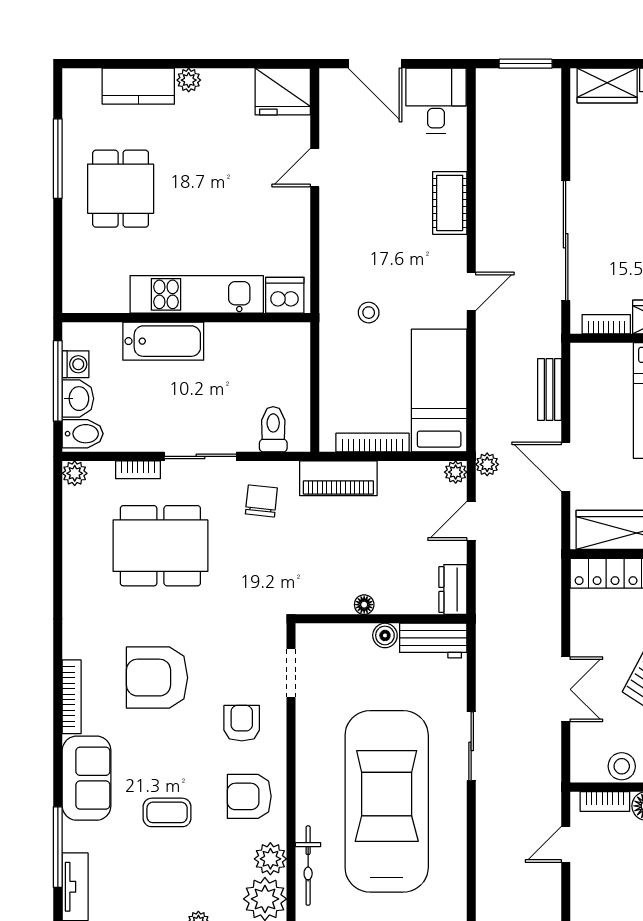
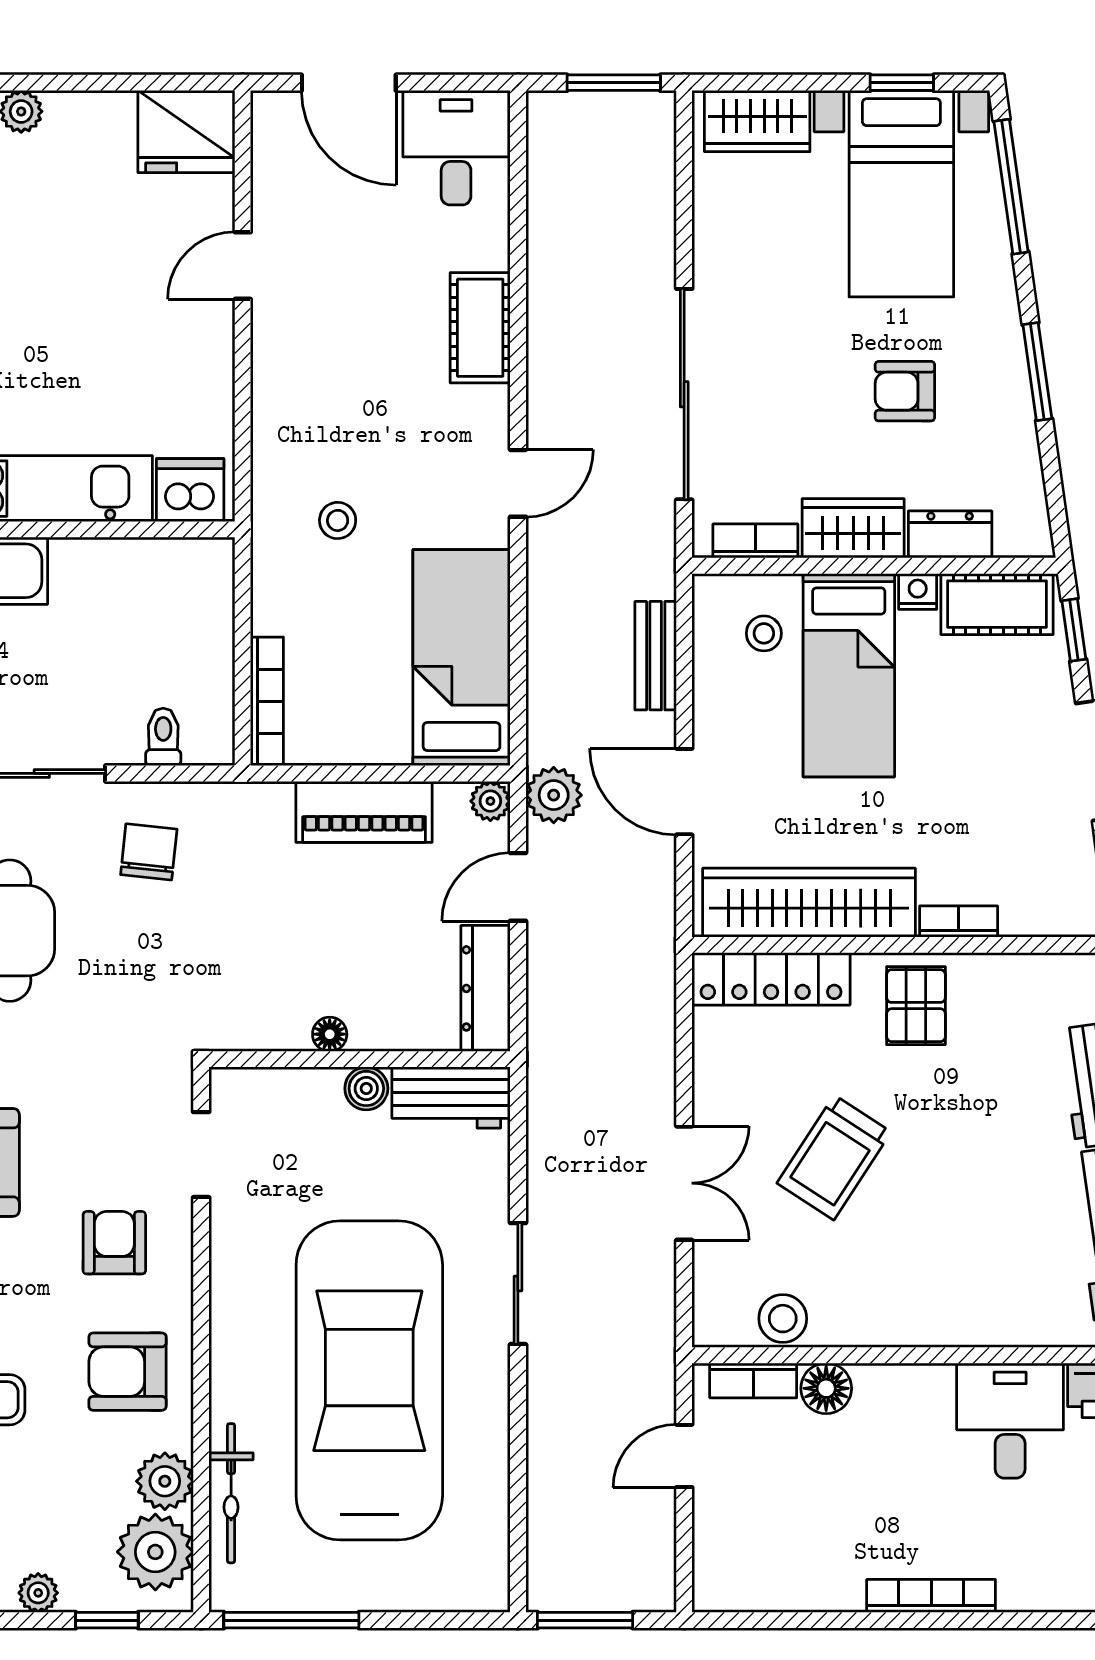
stool: (611, 377) -> (764, 633), added
toilet: (273, 429) -> (163, 737), width x0.73, depth x0.72
bookcase: (373, 443) -> (267, 701), moved, turned 90
plant: (487, 464) -> (554, 795), width x1.38, depth x1.38
piano: (338, 478) -> (364, 812), moved
dresser: (453, 589) -> (486, 988), width x1.44

